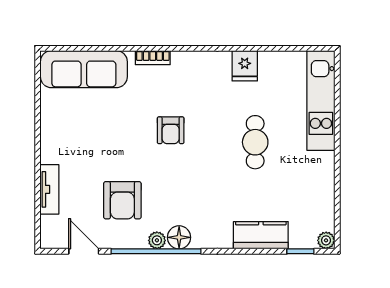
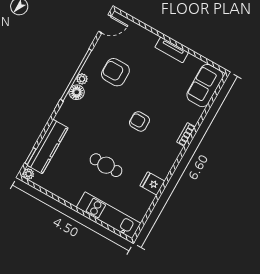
sofa: (84, 69) -> (205, 86), width x0.73
tv unit: (49, 189) -> (172, 50), moved
kitchen counter: (261, 235) -> (48, 147), width x1.50
door: (84, 251) -> (105, 24), moved

